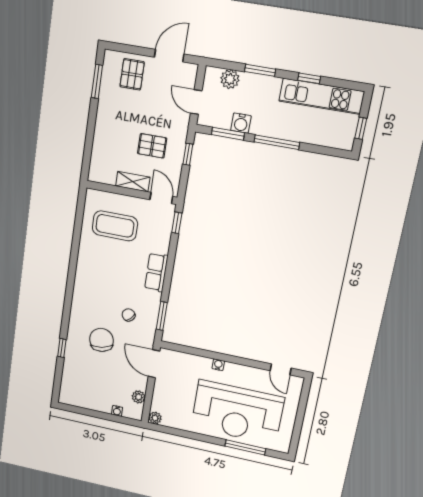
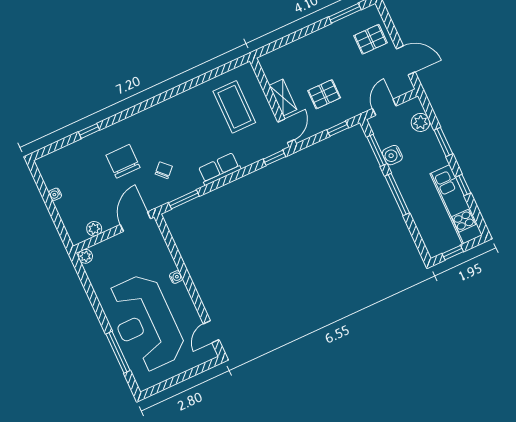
pallet: (152, 146) -> (324, 94), turned 90
chair: (101, 340) -> (123, 161), turned -78
water cooler: (117, 411) -> (55, 194), moved

